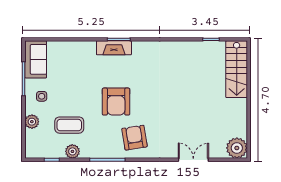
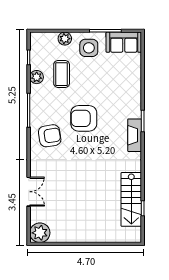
fireplace: (114, 48) -> (135, 135), moved
stairs: (237, 69) -> (131, 199), moved, turned -90
side table: (42, 96) -> (89, 48), width x1.87, depth x1.87

